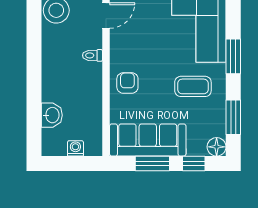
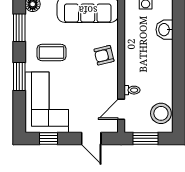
toilet: (92, 55) -> (132, 90), moved
armchair: (127, 83) -> (104, 55), turned 76

